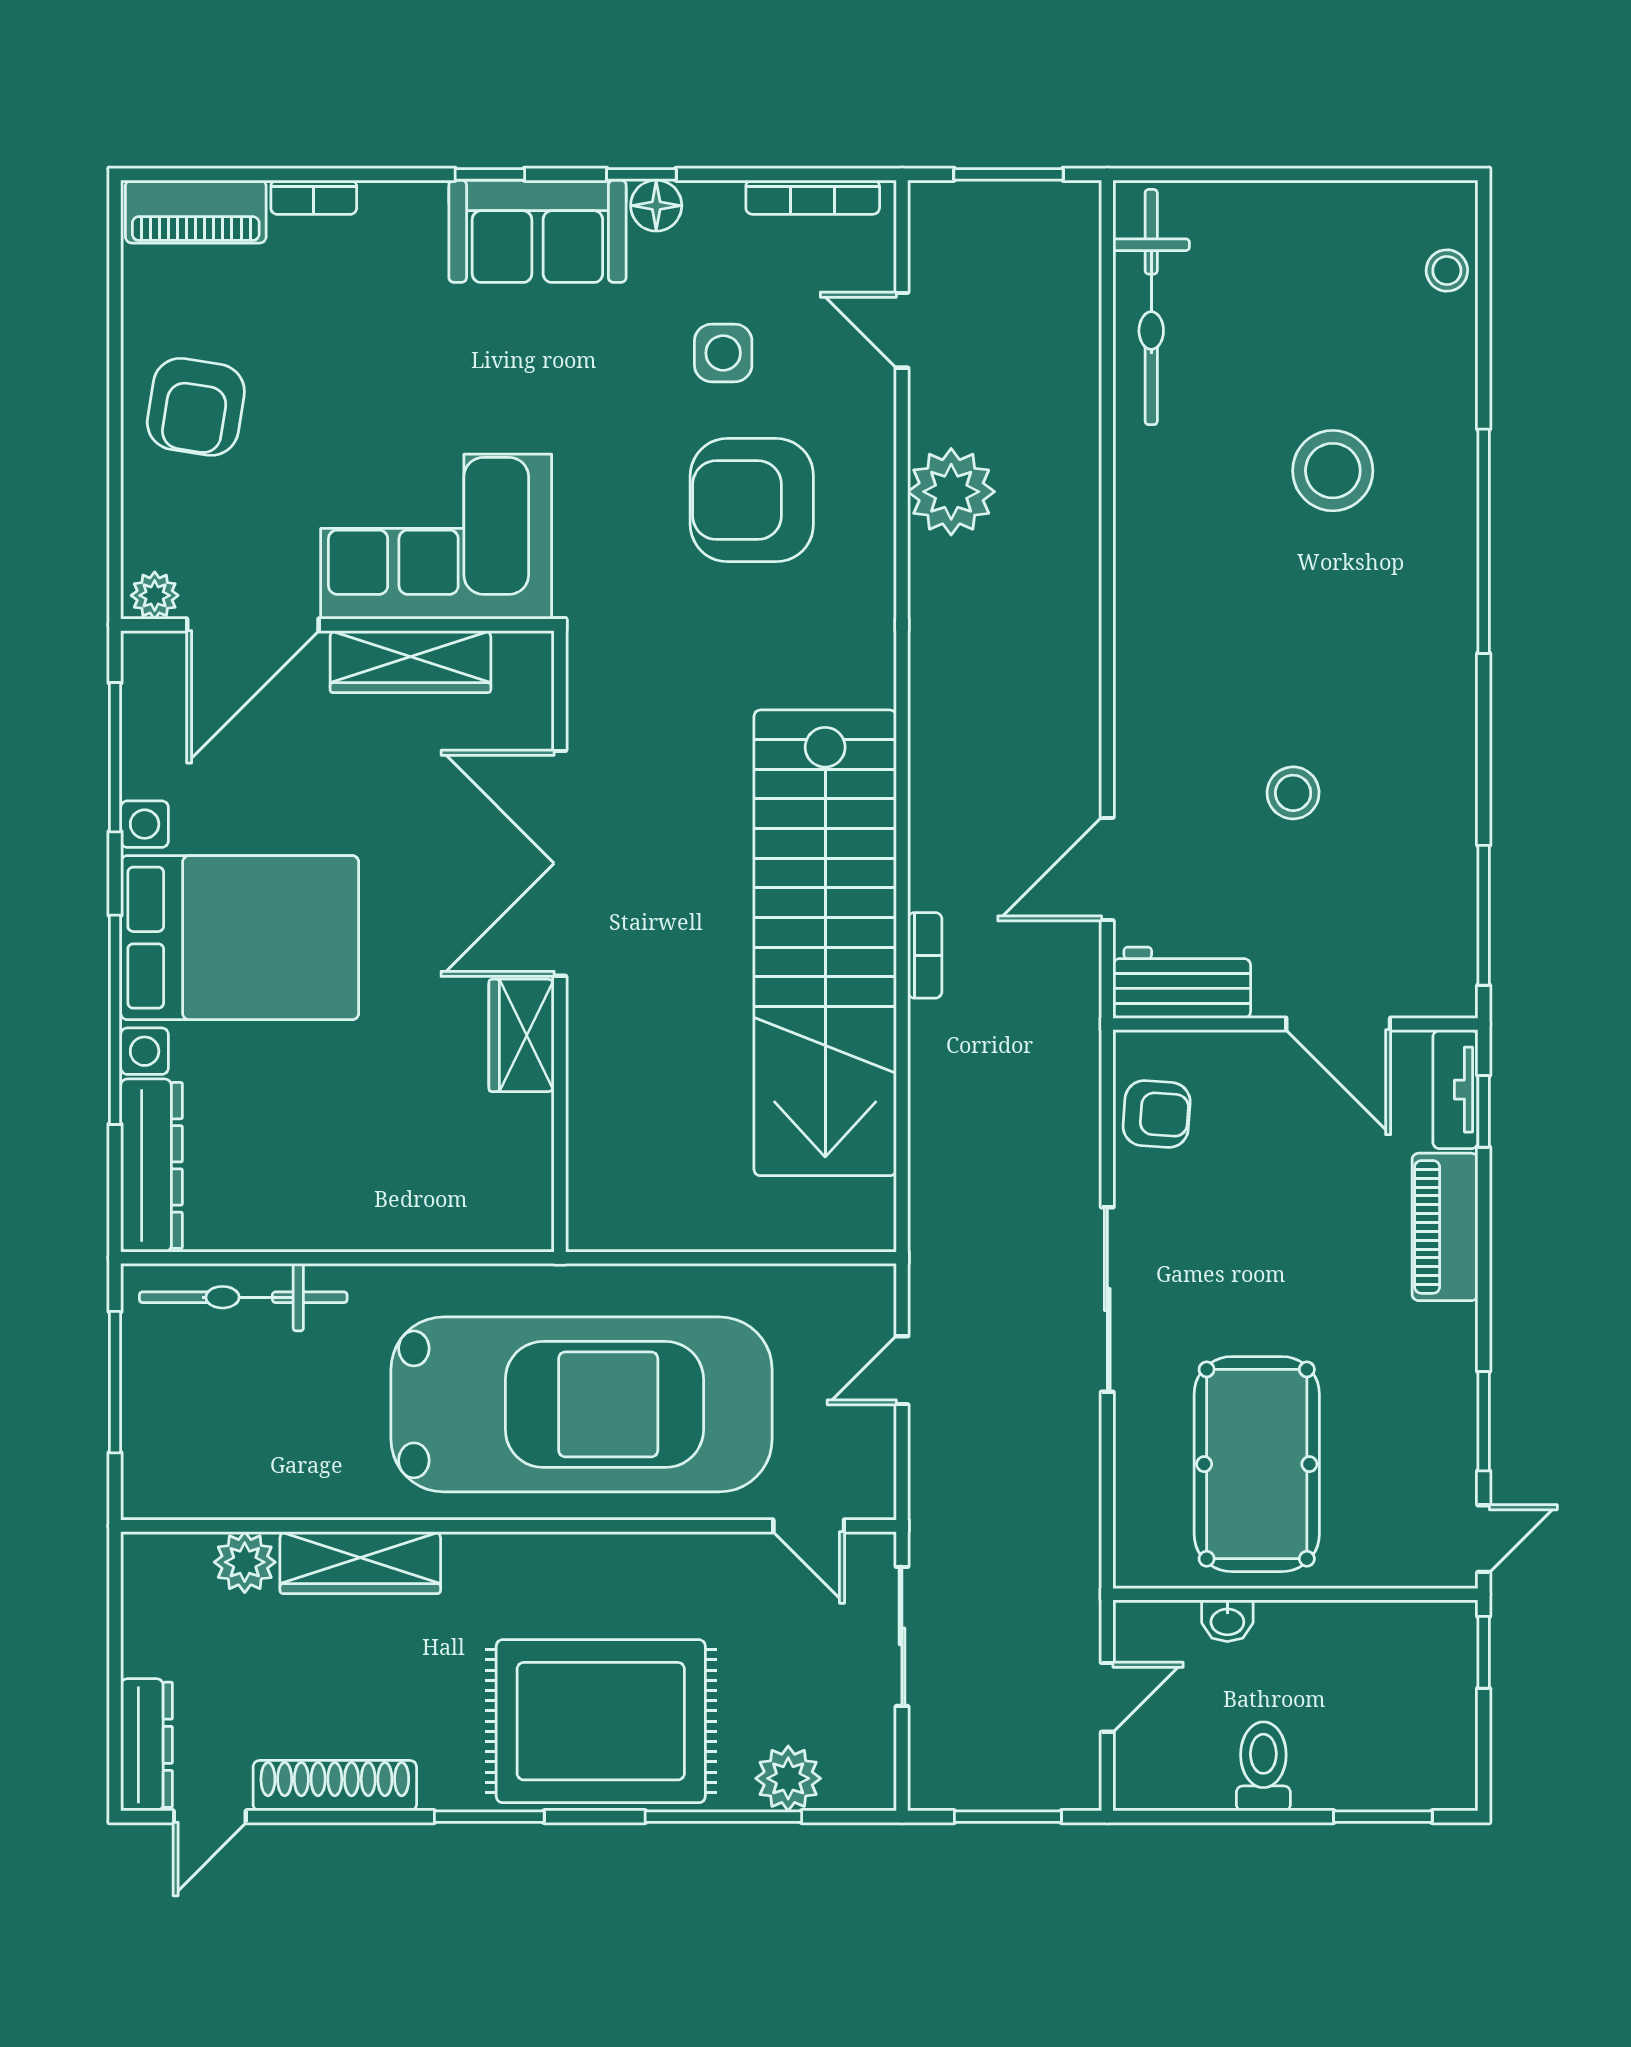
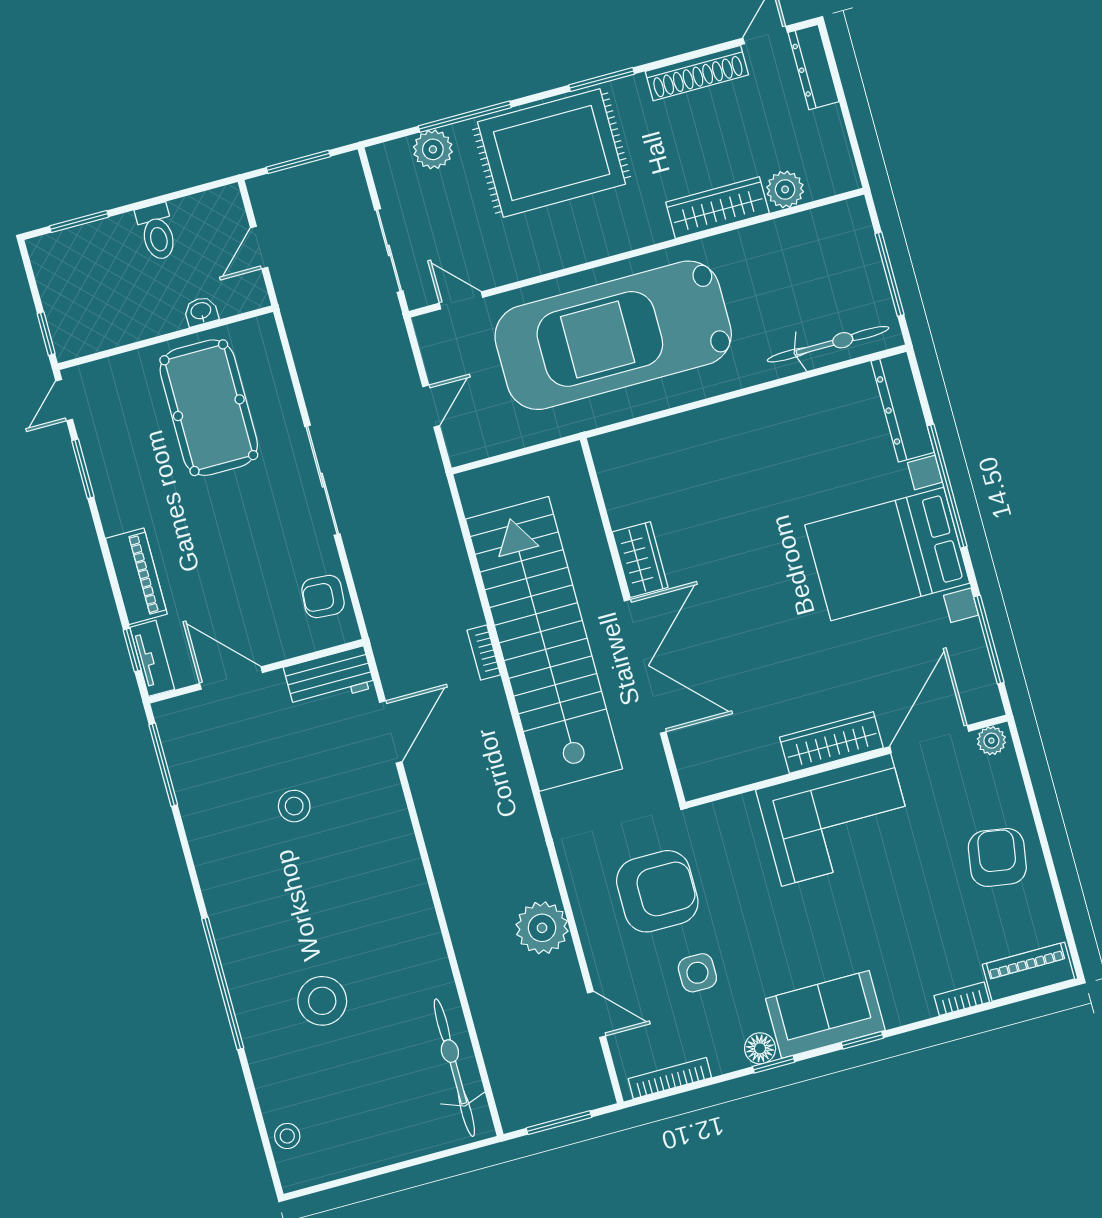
double door: (560, 863) -> (645, 666), moved
wall: (560, 941) -> (633, 621), moved
wardrobe: (522, 1035) -> (640, 560), moved

